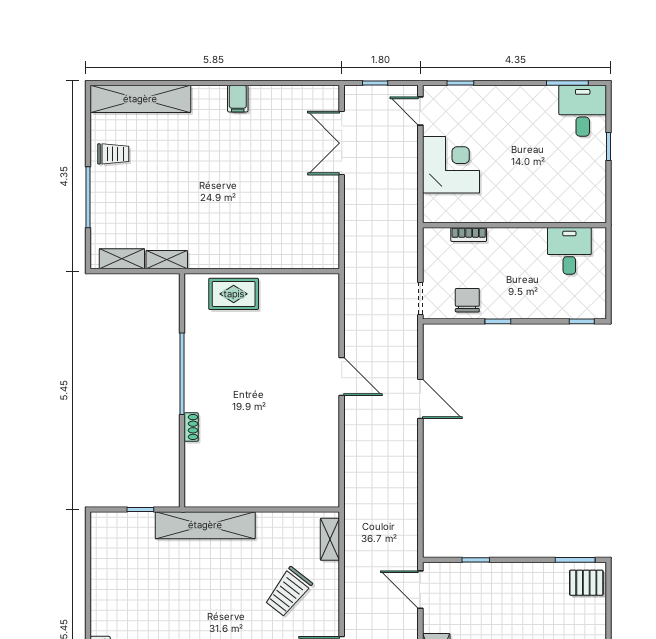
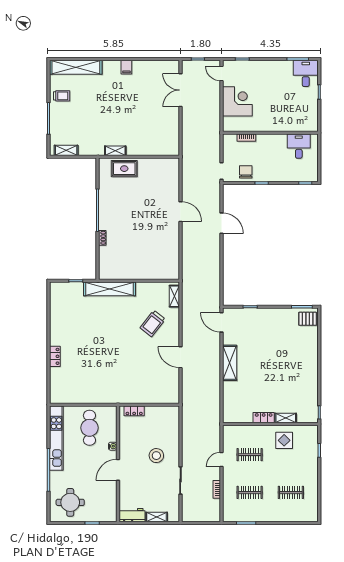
shelving: (167, 260) -> (115, 151), moved

